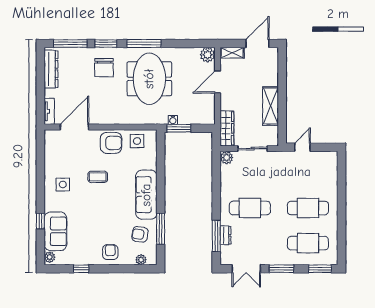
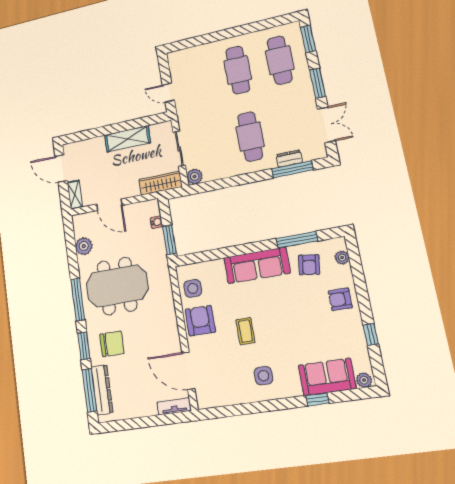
plant: (208, 55) -> (84, 246), moved
dresser: (51, 69) -> (102, 390), moved, turned 90
water cooler: (173, 120) -> (157, 222), moved

